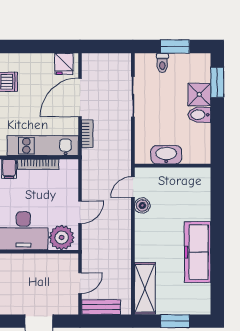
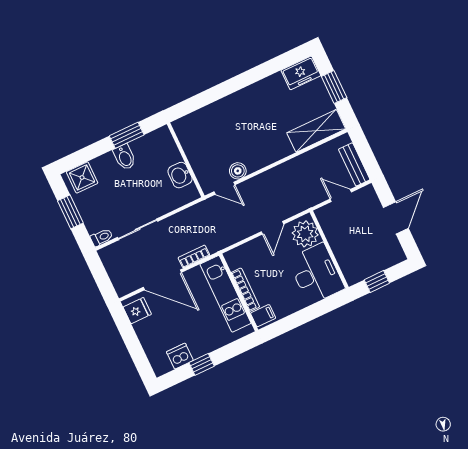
toilet: (162, 63) -> (102, 237), moved
window: (217, 82) -> (127, 135), moved
shower: (199, 94) -> (82, 177), moved
washbasin: (166, 155) -> (180, 175), width x0.72
door: (80, 212) -> (272, 228), swing flipped
freezer: (198, 252) -> (301, 73), moved, width x0.52, depth x0.79

